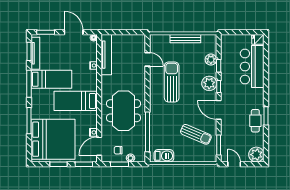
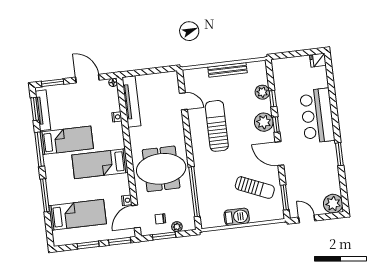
bar counter: (252, 67) -> (317, 116), moved
meeting table: (124, 111) -> (161, 169), turned 90
cafe table: (255, 121) -> (327, 162), removed
bed: (53, 139) -> (78, 215), width x0.49
barbecue: (164, 156) -> (237, 217), moved

